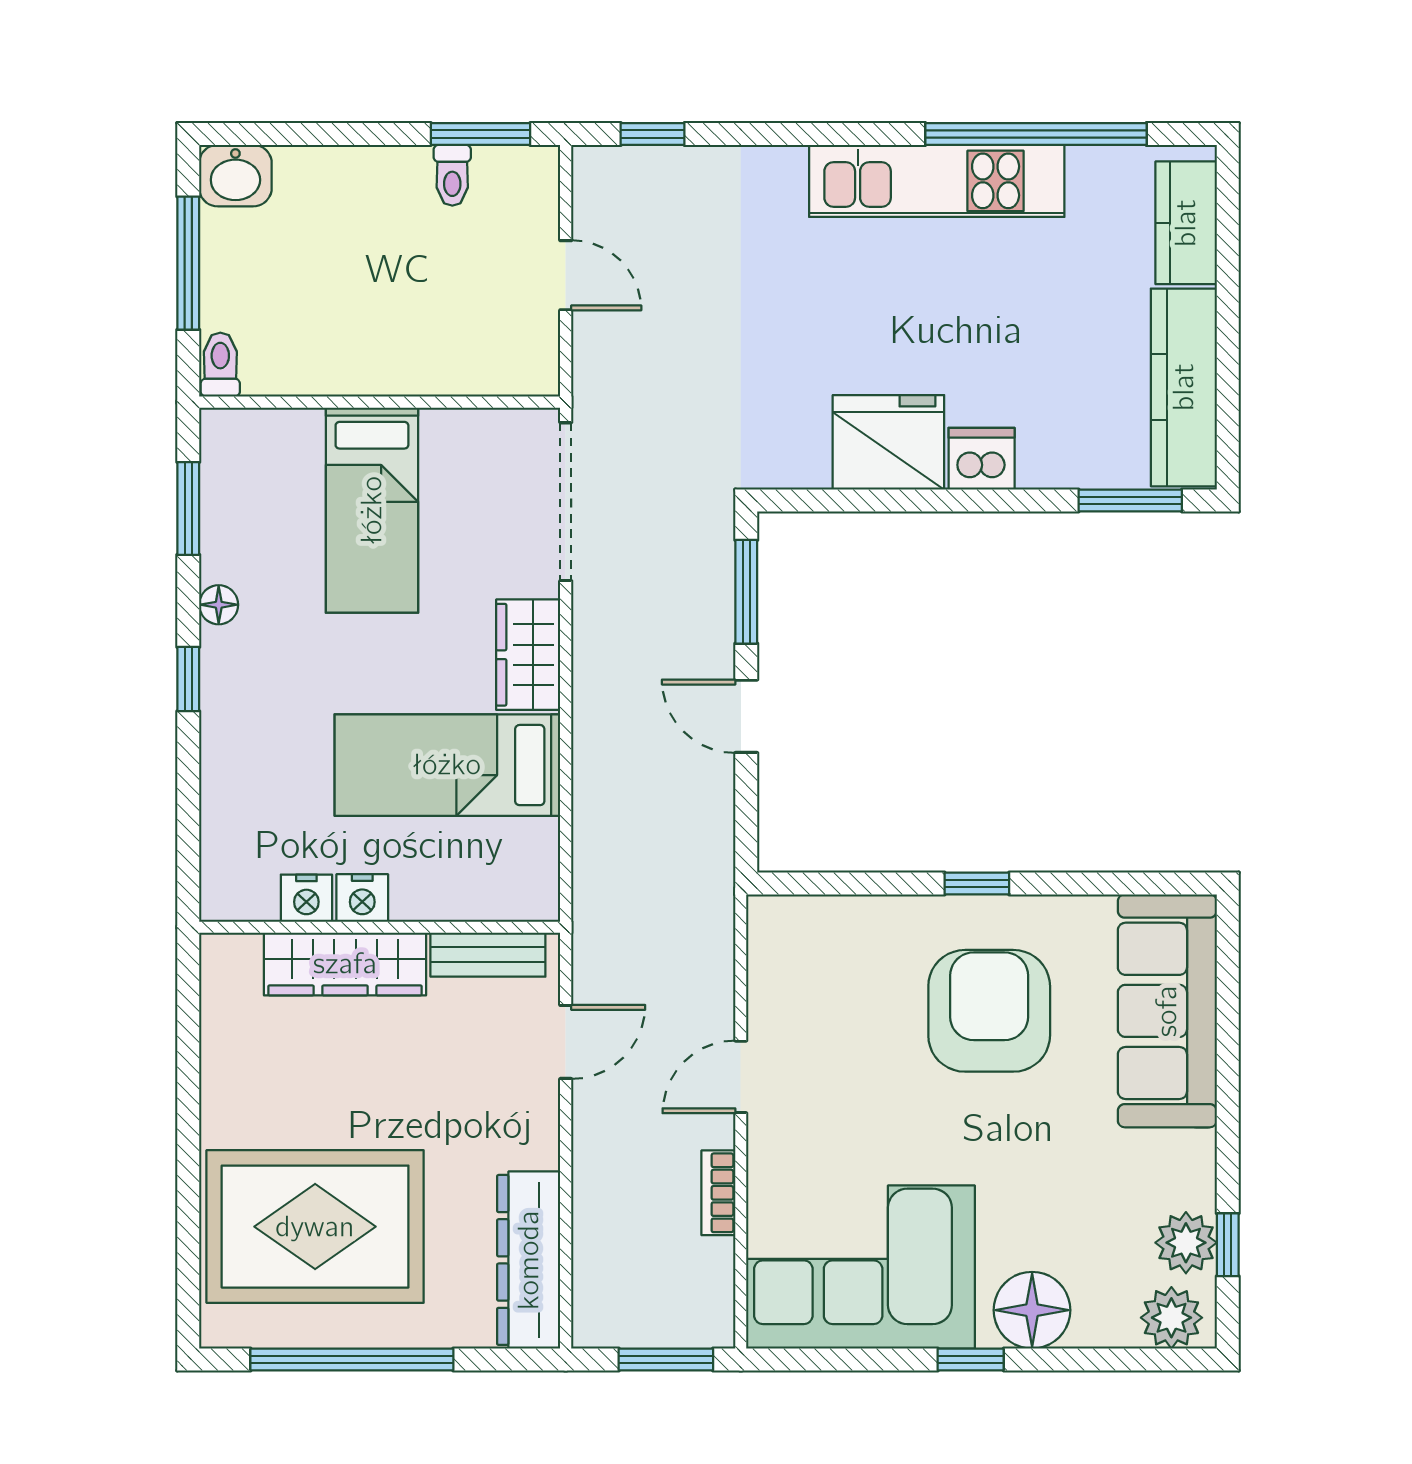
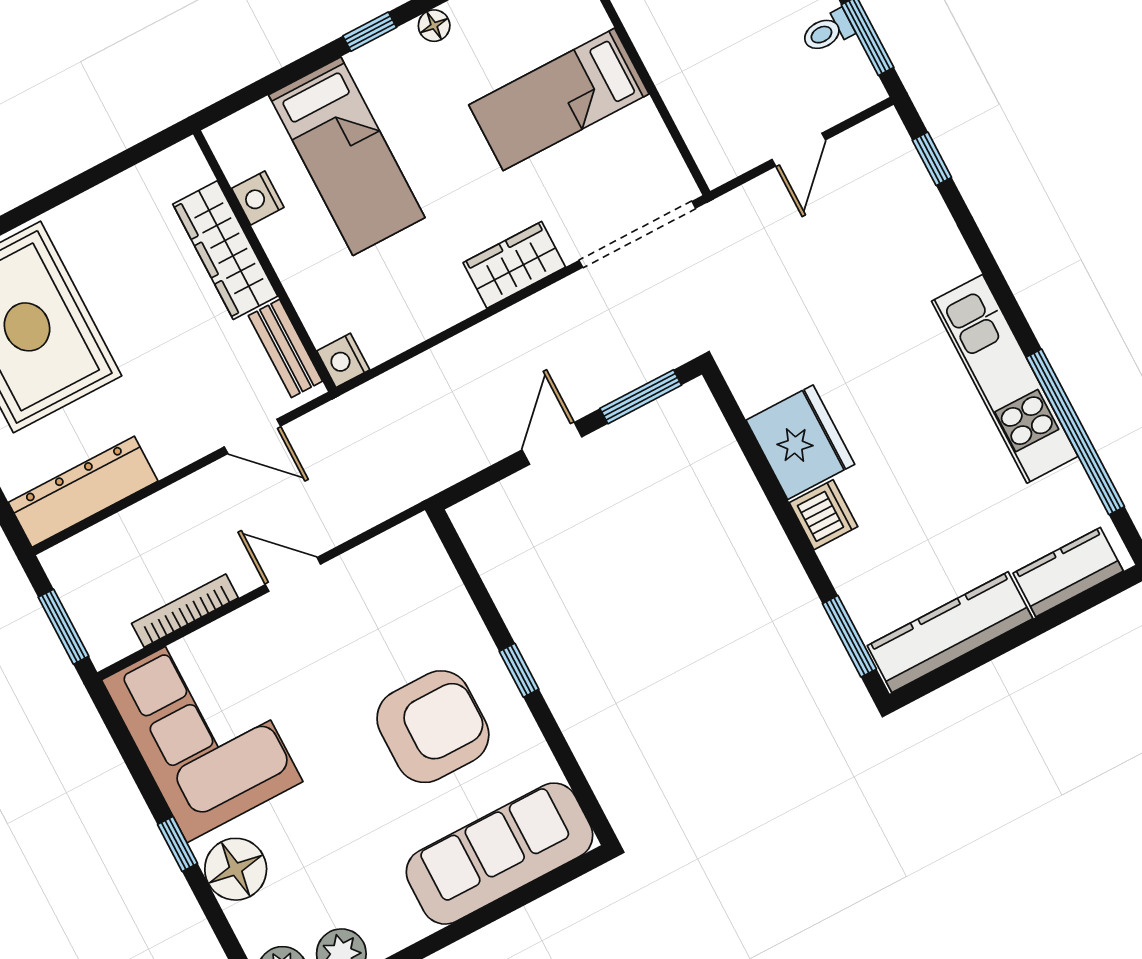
bed: (447, 765) -> (347, 156), moved, turned 180
nightstand: (362, 898) -> (343, 360), moved
bookcase: (718, 1193) -> (185, 611), width x1.56

